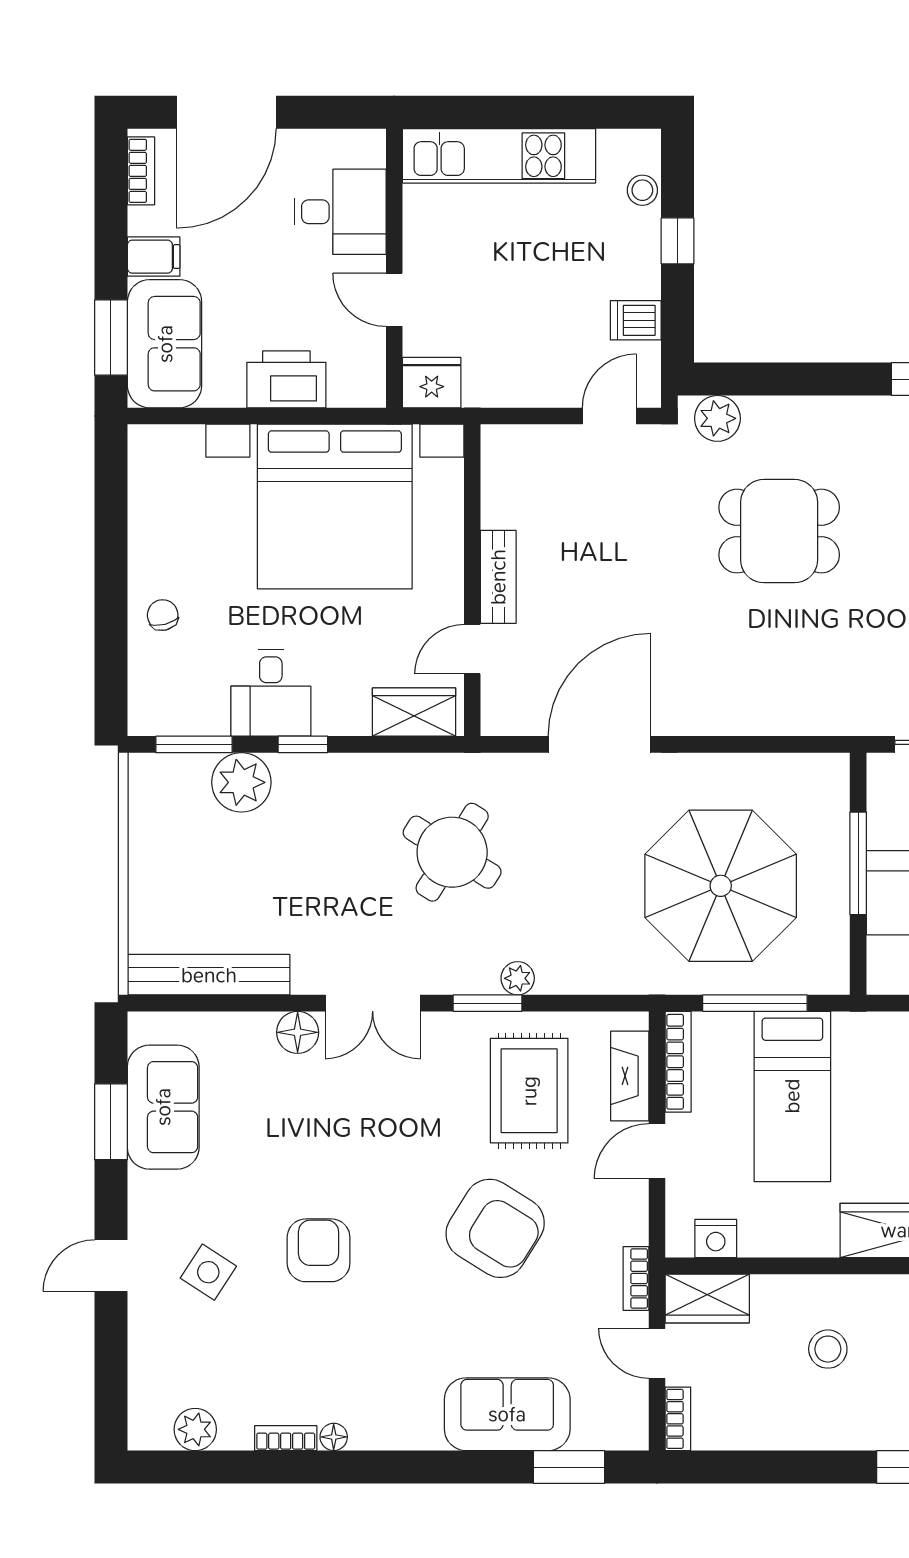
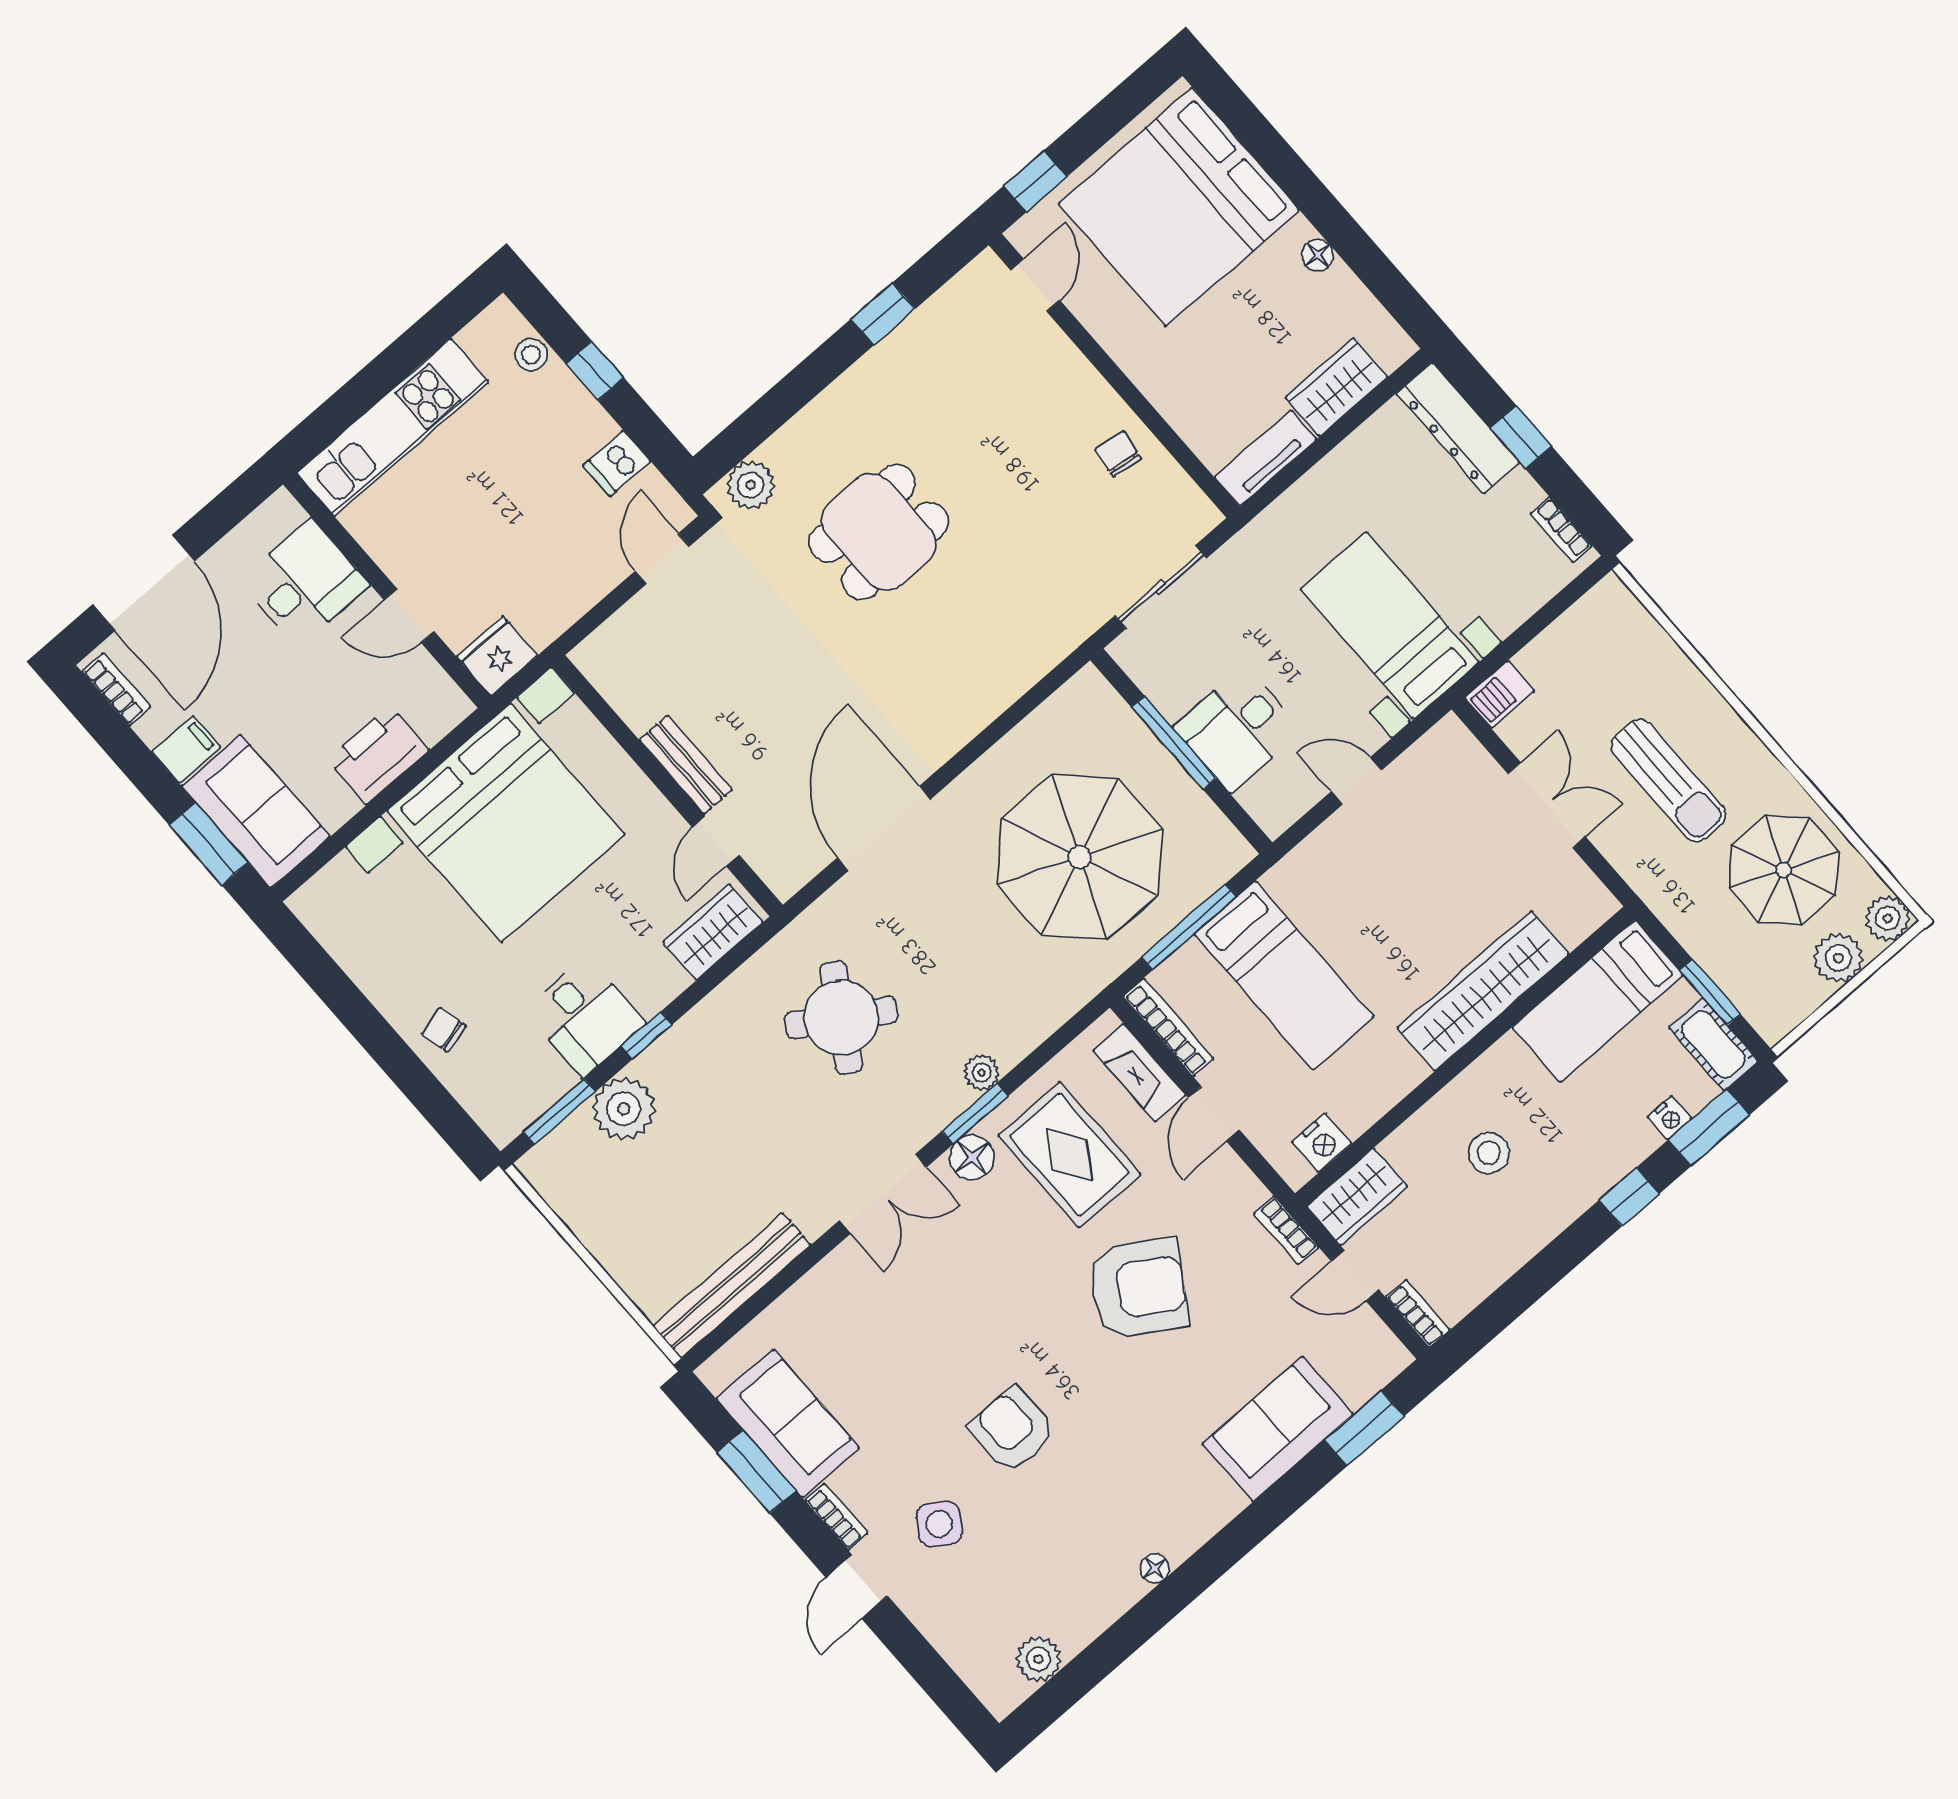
floor lamp: (298, 1032) -> (972, 1157), moved
bookcase: (286, 1438) -> (836, 1517), moved, turned 90

